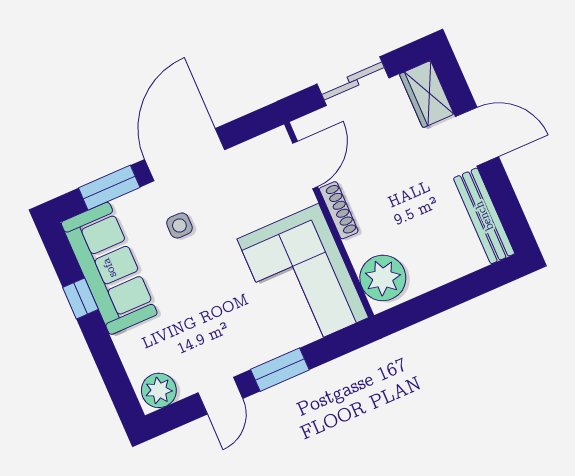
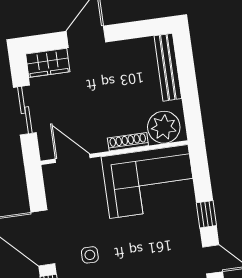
shoe rack: (339, 210) -> (128, 142), moved
bench: (484, 216) -> (168, 67), moved, turned 90
window: (280, 370) -> (206, 214), width x0.67

